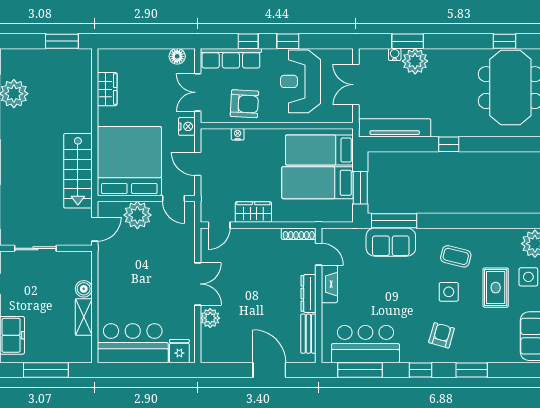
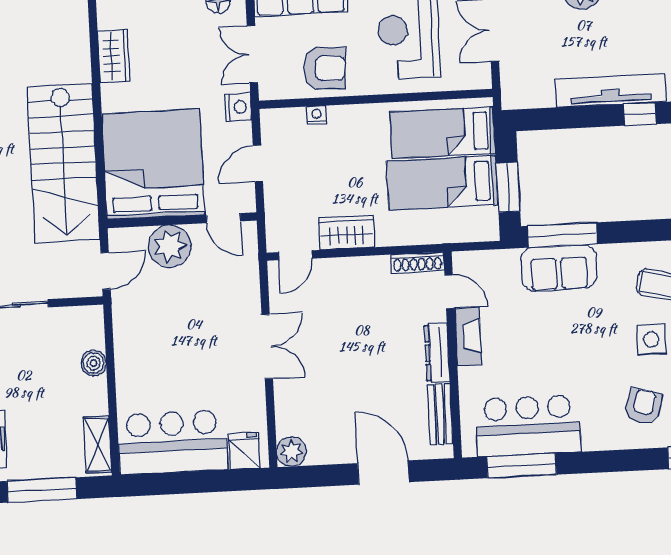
tv unit: (395, 128) -> (611, 91), moved
door: (198, 164) -> (258, 163), hinge flipped
stairs: (78, 171) -> (63, 163), width x1.36, depth x1.51
shelving: (84, 317) -> (98, 445), moved
plant: (210, 318) -> (291, 452), moved
window: (421, 370) -> (614, 461), removed

